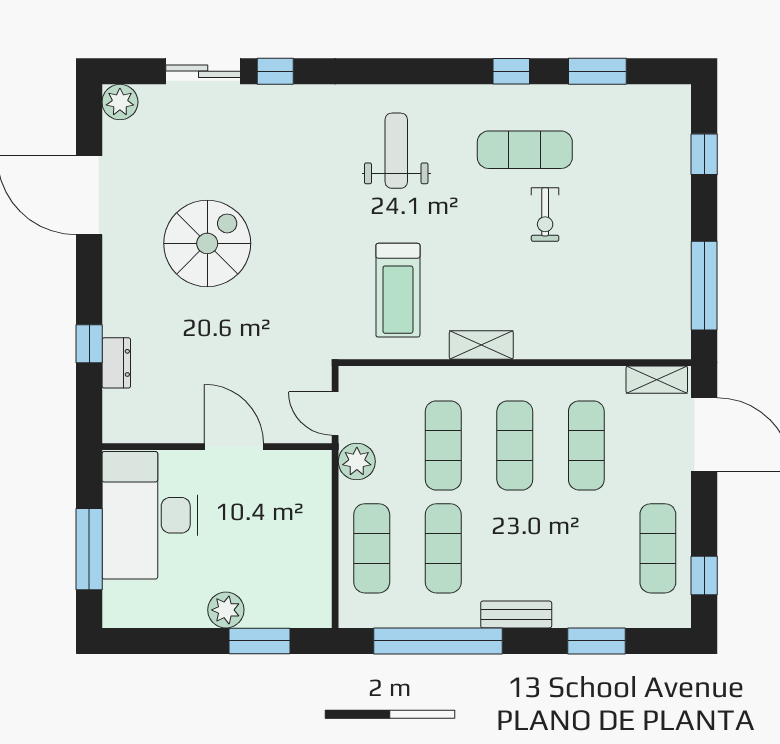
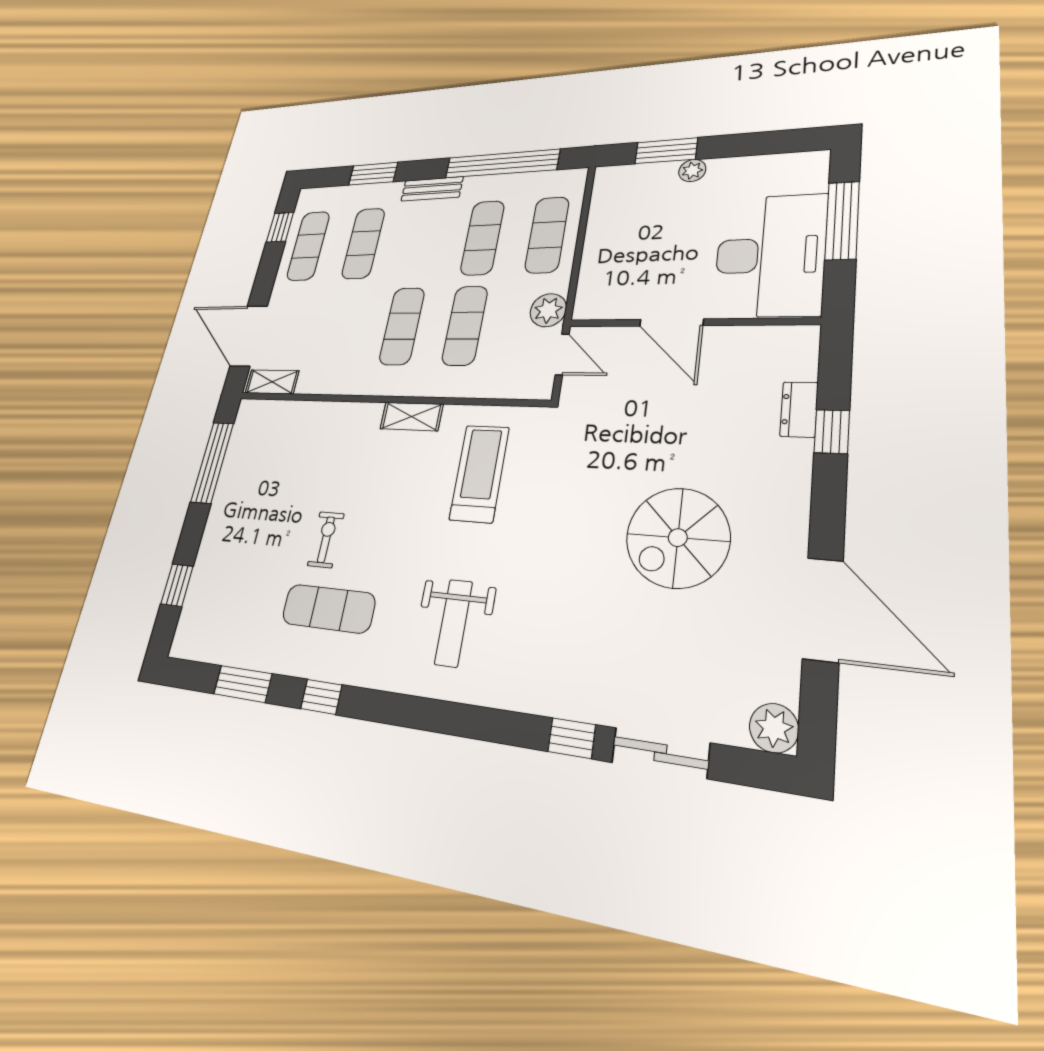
exercise mat: (586, 445) -> (363, 243), moved
plant: (226, 610) -> (692, 170), width x0.73, depth x0.73

